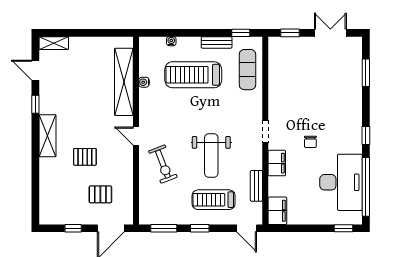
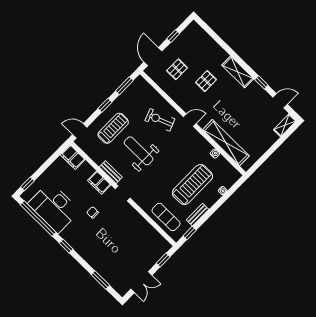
bench: (256, 186) -> (111, 172), moved

